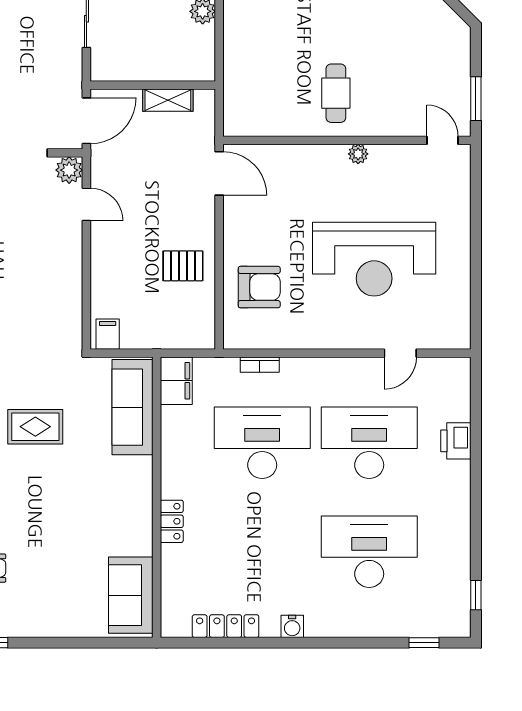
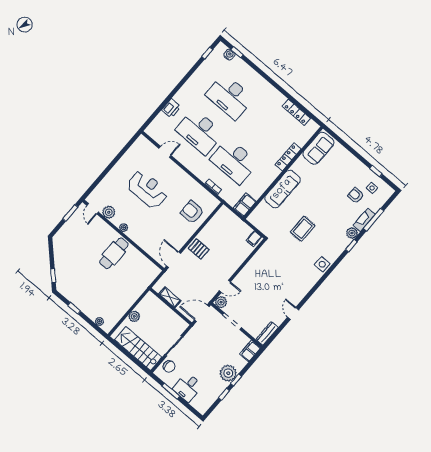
cafe table: (336, 93) -> (114, 253), width x1.37, depth x1.35
plant: (408, 159) -> (109, 212), added
door: (86, 204) -> (225, 286), swing flipped
reception desk: (374, 259) -> (147, 189), width x0.74, depth x0.77
pallet: (183, 266) -> (199, 249), moved
sofa: (133, 407) -> (282, 189), moved
rug: (35, 427) -> (303, 229), turned 90
locker: (172, 521) -> (288, 157), width x1.53
water cooler: (292, 626) -> (229, 55), moved

